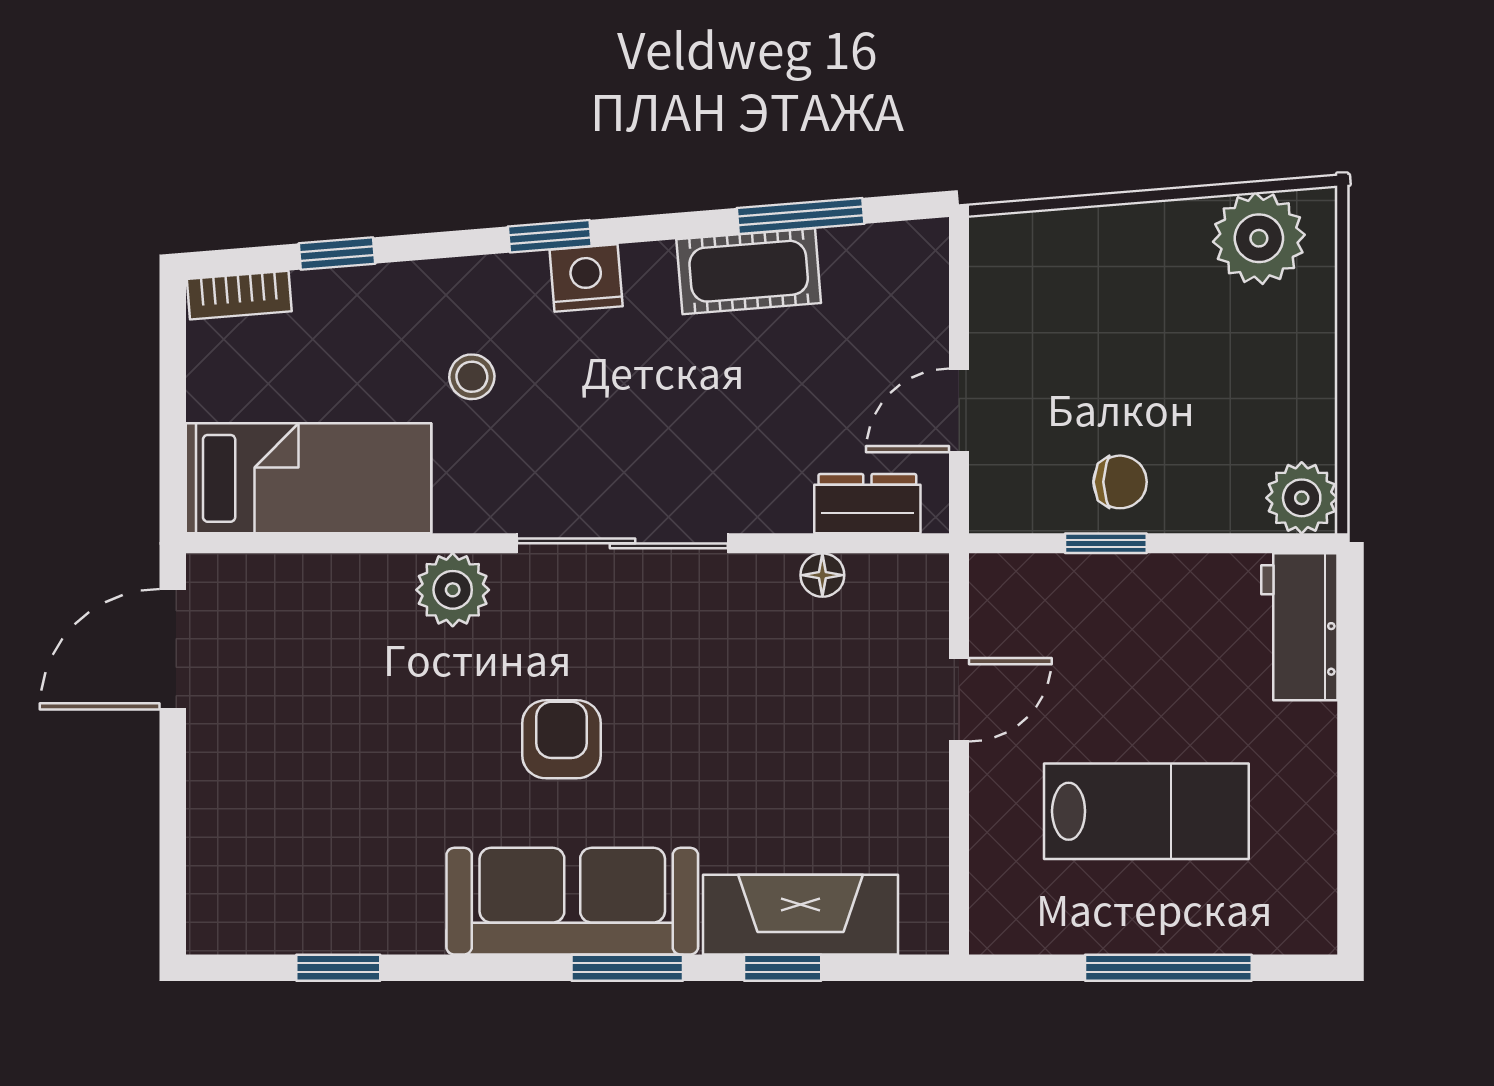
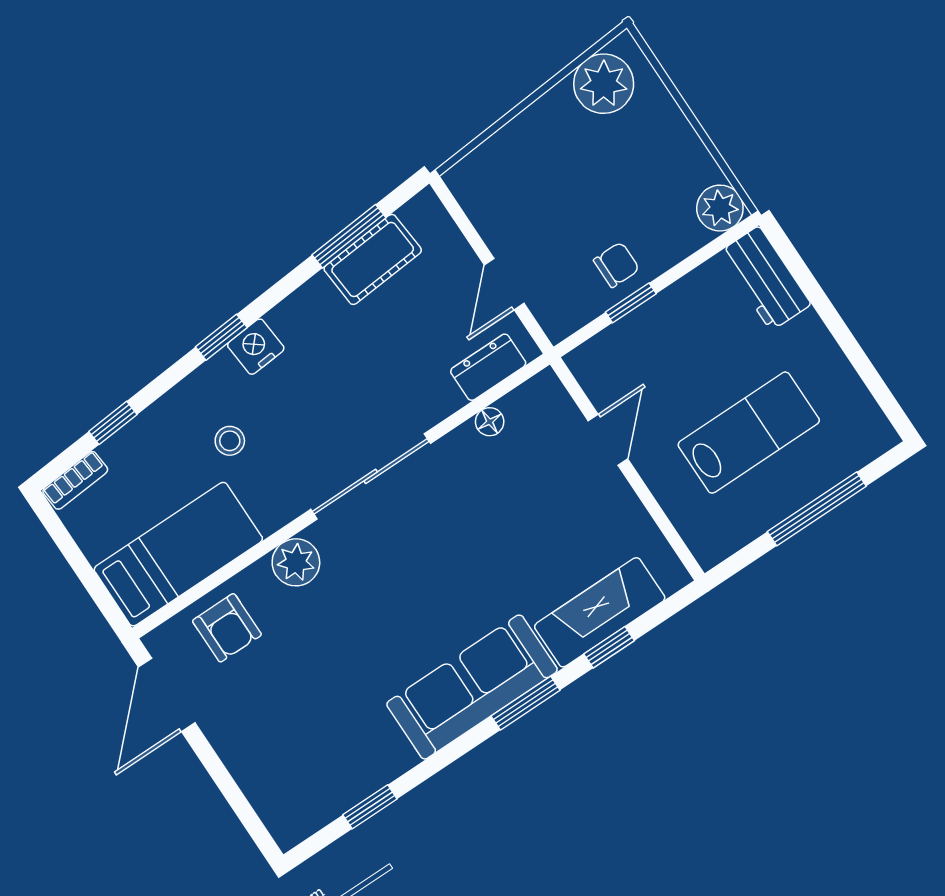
cot: (749, 271) -> (373, 259), moved
armchair: (561, 739) -> (227, 628), moved, turned 180

